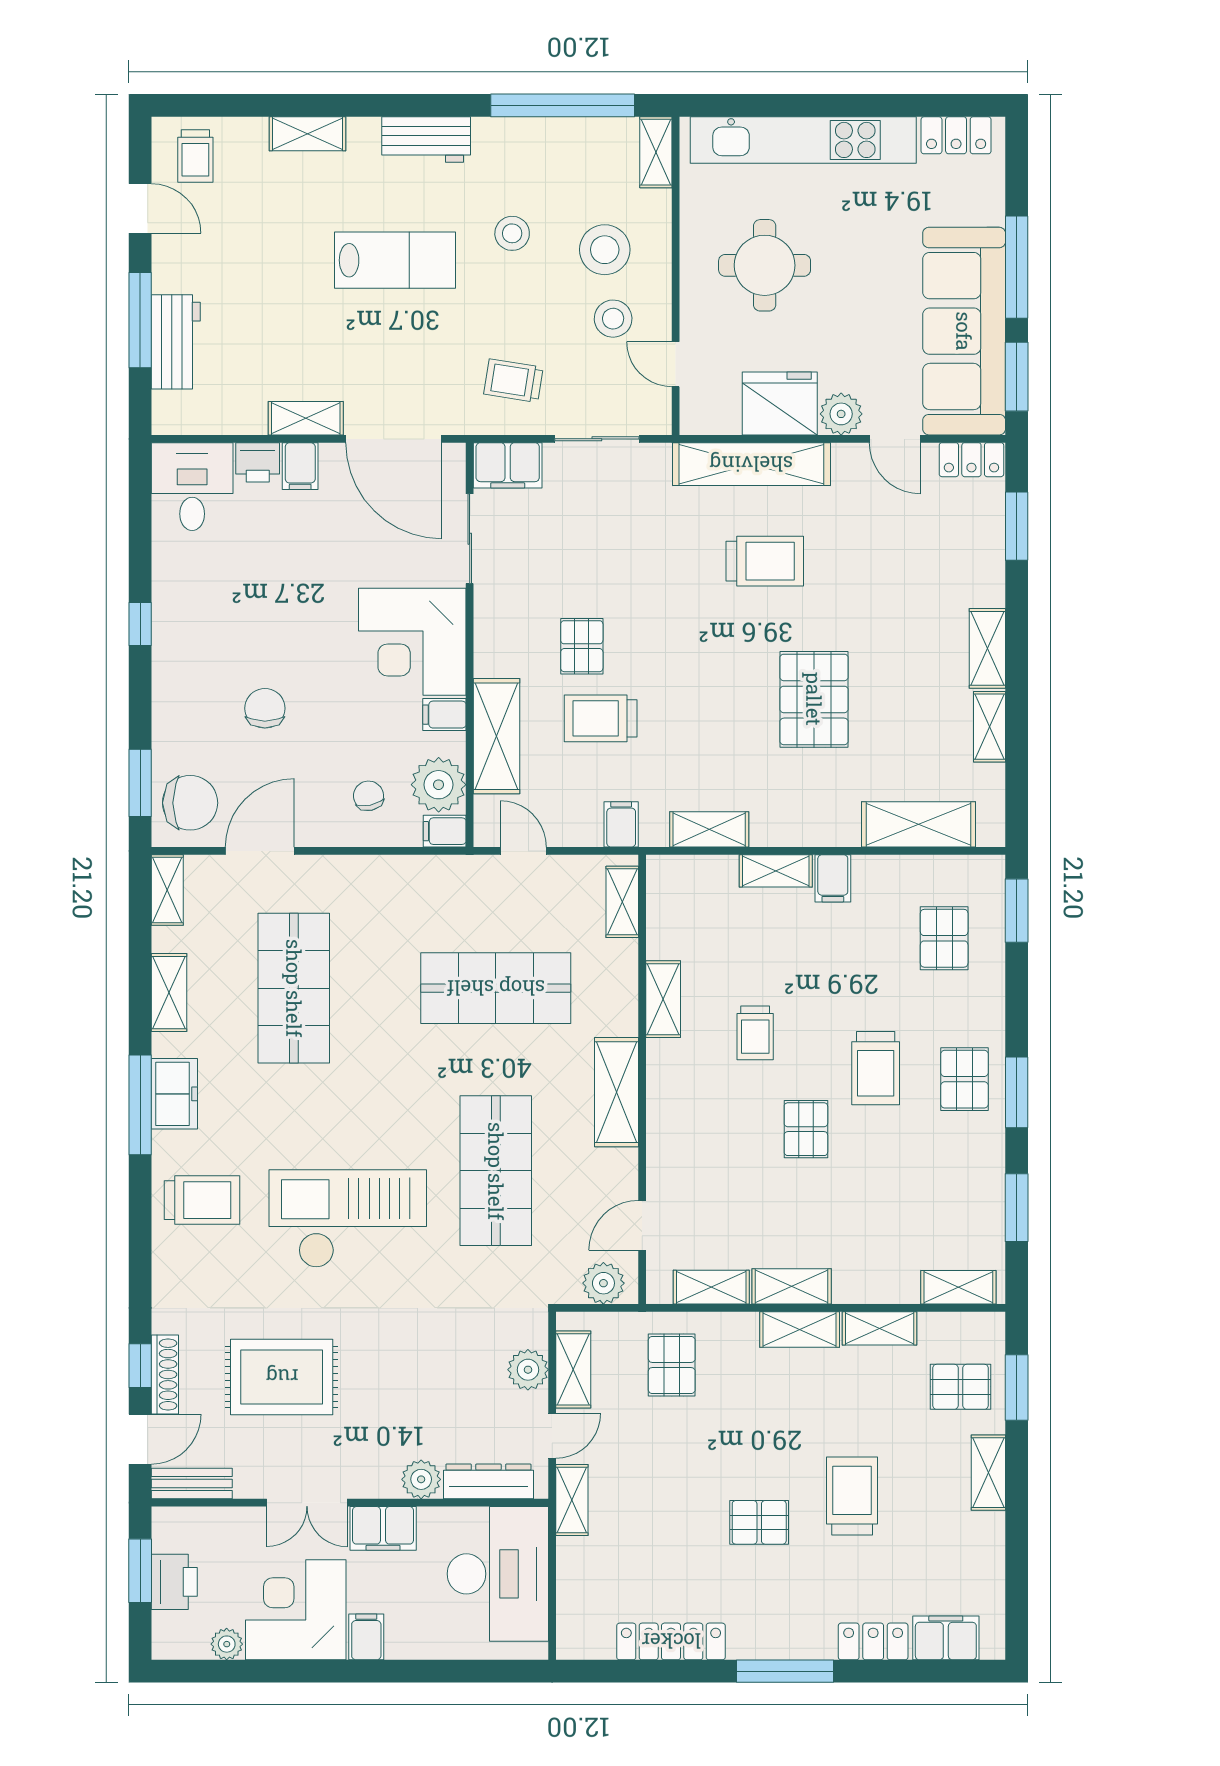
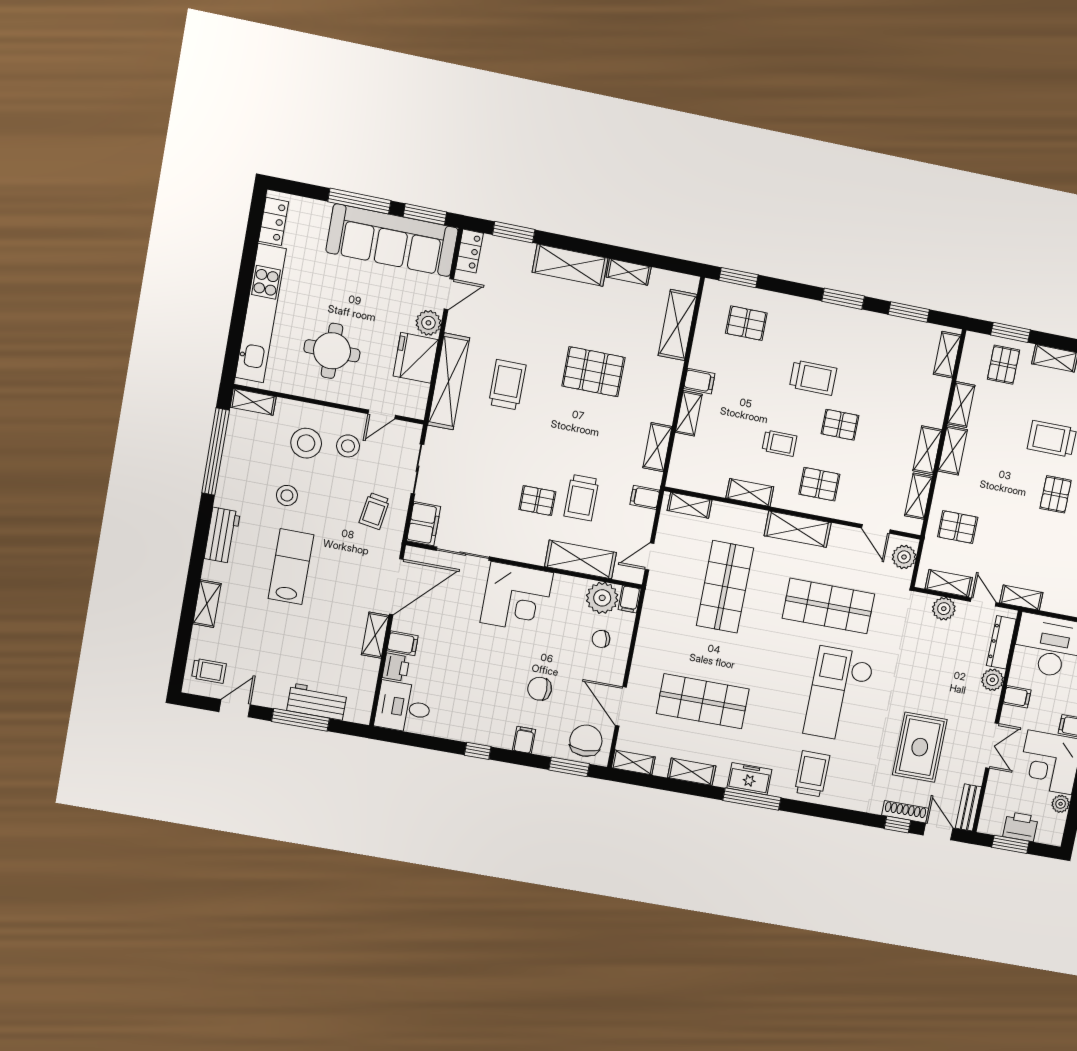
shelving: (987, 648) -> (570, 265), width x1.50, depth x1.33
filing cabinet: (444, 715) -> (524, 740), moved, turned 180
pallet: (964, 1079) -> (819, 484), moved
filing cabinet: (383, 1528) -> (1017, 697), width x0.50

